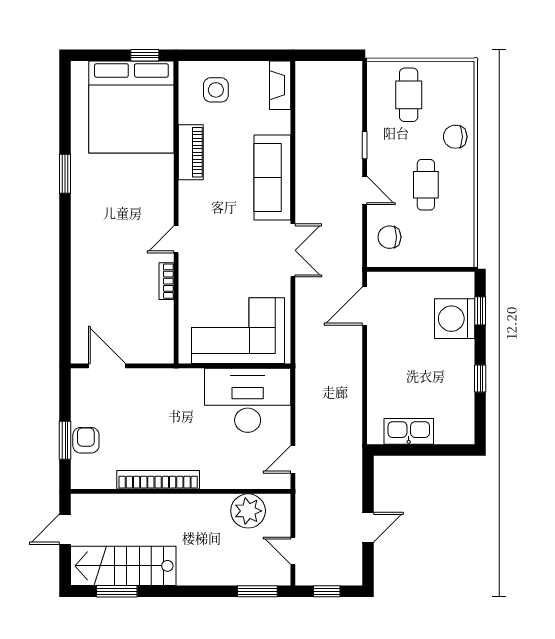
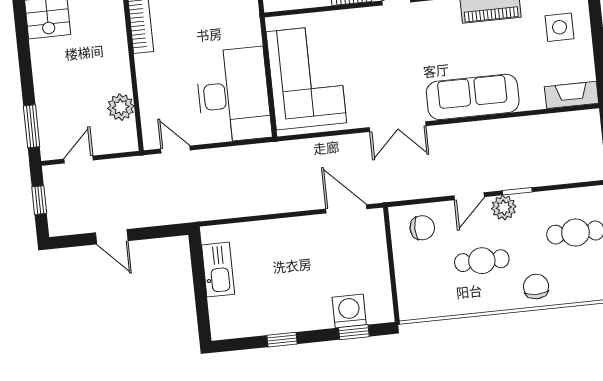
plant: (379, 159) -> (504, 208), added
chair: (389, 237) -> (422, 228), turned 90
washing machine: (455, 319) -> (349, 311), width x0.73, depth x0.73
plant: (248, 511) -> (121, 107), width x0.73, depth x0.73

